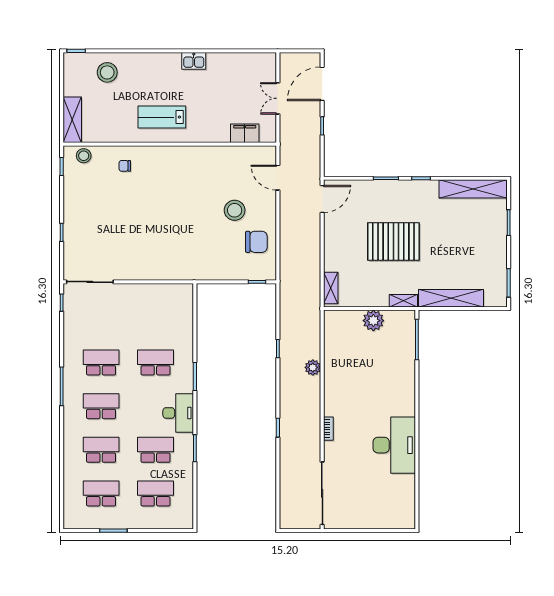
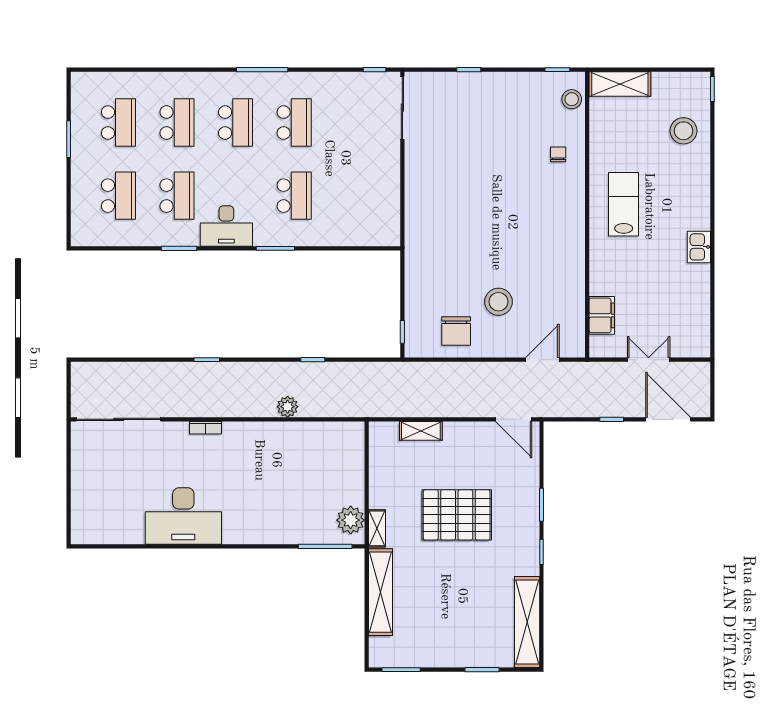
pallet: (393, 241) -> (457, 515), turned 90
shelving: (331, 288) -> (421, 431), moved
plant: (373, 321) -> (351, 520), moved

